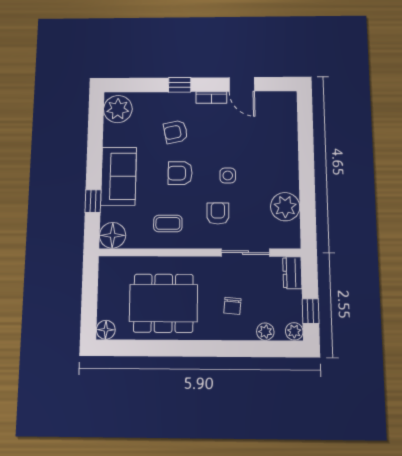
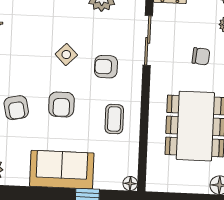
side table: (228, 175) -> (66, 55), turned 45
floor lamp: (113, 235) -> (130, 184), width x0.53, depth x0.53

